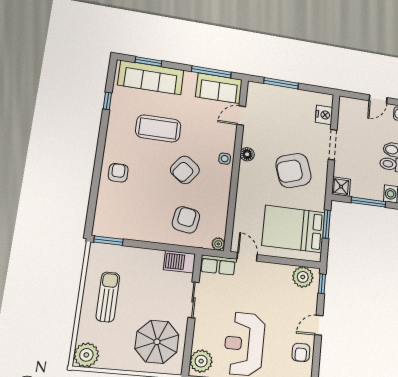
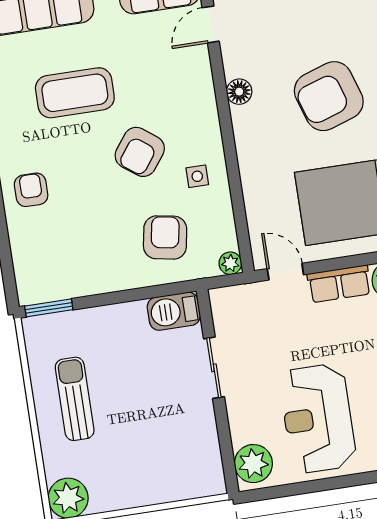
side table: (225, 159) -> (197, 176), moved
row of seats: (218, 265) -> (339, 284), moved
parasol: (157, 342) -> (173, 450), removed

